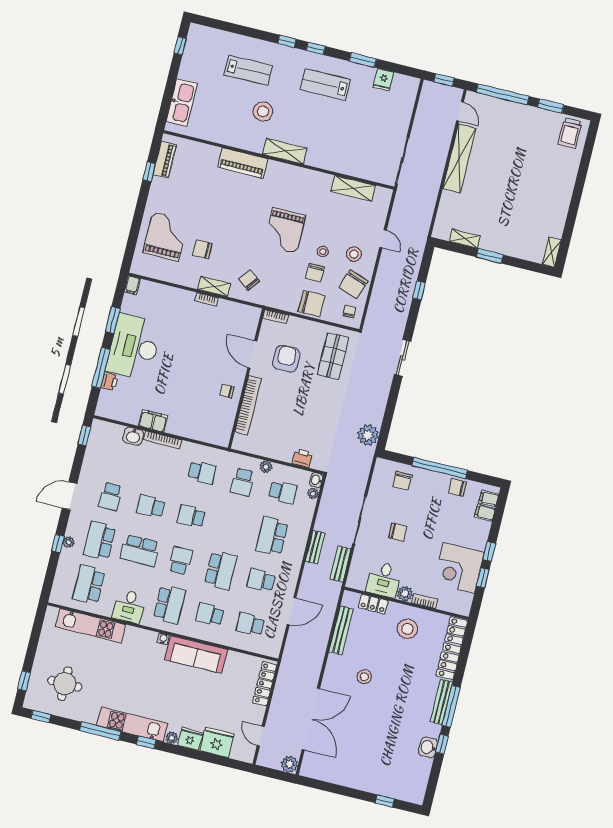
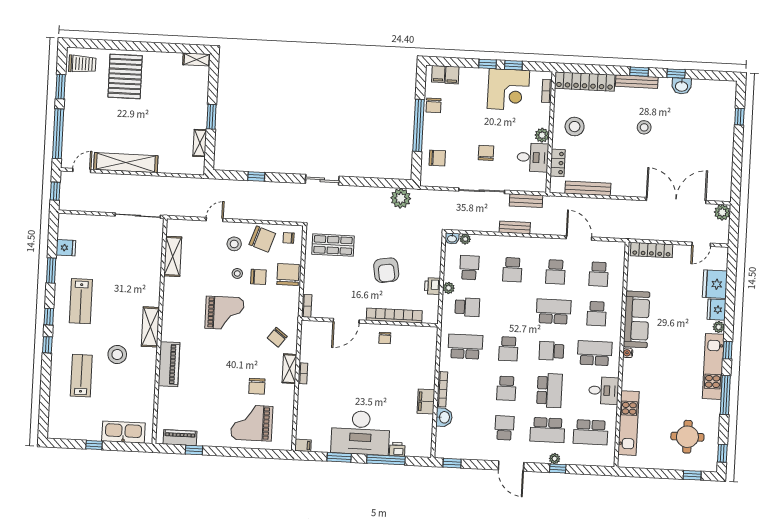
window: (180, 46) -> (94, 445), moved
pallet: (548, 175) -> (125, 76), added
armchair: (286, 359) -> (386, 270), moved, turned -99
printer: (302, 458) -> (432, 286), moved
school desk: (202, 472) -> (465, 347), width x1.85
school desk: (110, 496) -> (504, 428), turned -90
school desk: (272, 536) -> (512, 270), width x0.54
bookcase: (425, 601) -> (547, 91), moved
stool: (364, 677) -> (644, 127), moved
window: (451, 706) -> (639, 72), width x0.46

